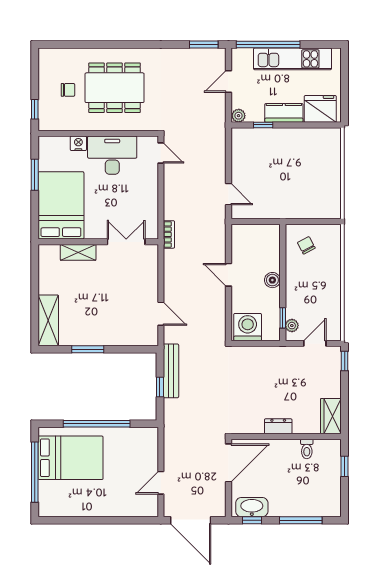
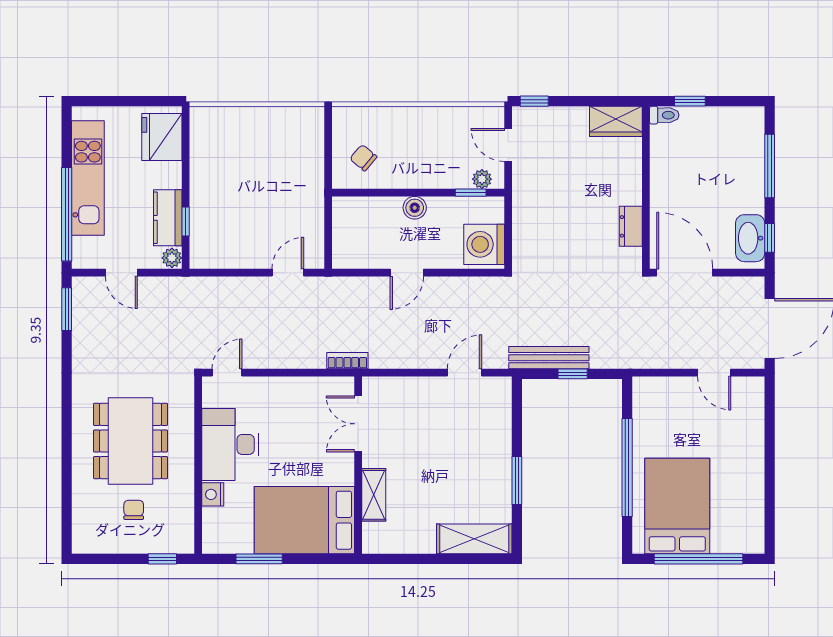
kitchen counter: (284, 113) -> (168, 218), moved
chair: (306, 245) -> (363, 158), turned 68
dresser: (278, 426) -> (631, 226), moved
toilet: (307, 449) -> (664, 115), moved

